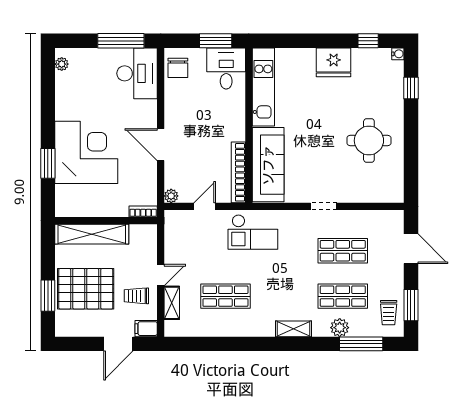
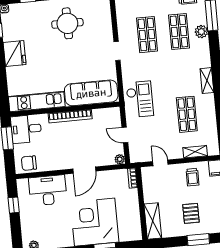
window: (121, 41) -> (14, 205), width x0.46
chair: (178, 68) -> (29, 163), turned 180
desk: (137, 73) -> (48, 190), moved
bookcase: (238, 172) -> (70, 116), moved
shelving: (92, 234) -> (153, 221), width x0.68
door: (161, 275) -> (160, 163), moved
pallet: (86, 289) -> (191, 213), width x0.49, depth x0.50
shelving: (293, 329) -> (207, 81), moved

